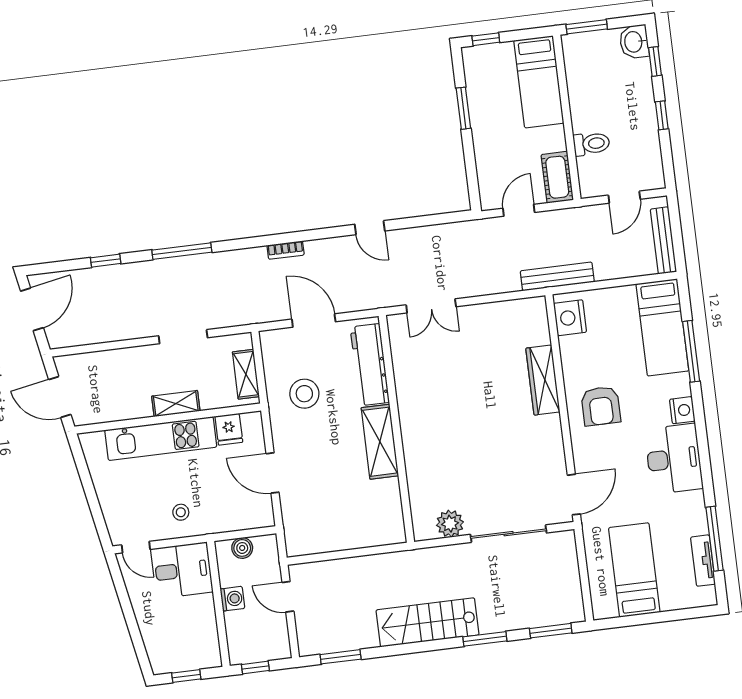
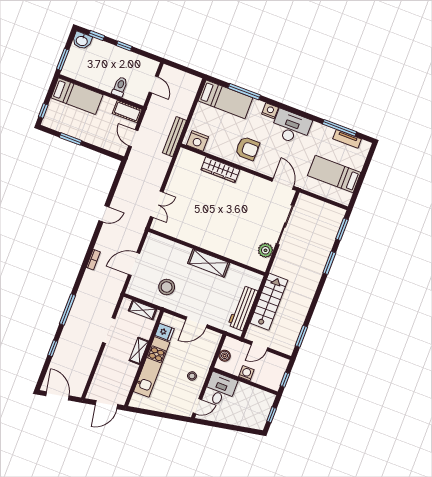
bench: (663, 240) -> (184, 77), removed
workbench: (370, 365) -> (243, 308), moved, turned 90
stairs: (428, 622) -> (269, 302), moved, turned 180

